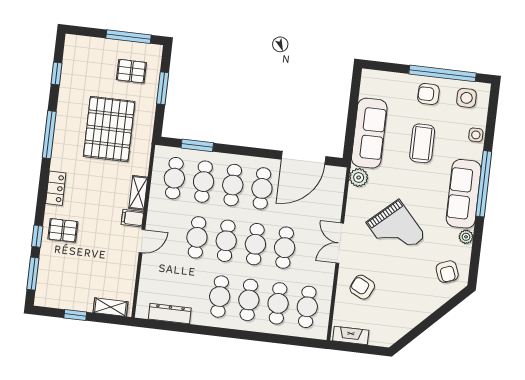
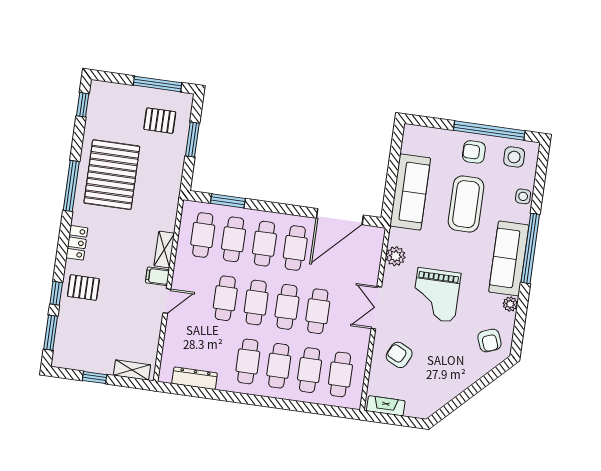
window: (56, 74) -> (83, 105), moved
pallet: (109, 129) -> (112, 175), moved
coffee table: (422, 143) -> (466, 204), width x1.36, depth x1.32
plant: (359, 178) -> (395, 256), moved
grand piano: (396, 230) -> (436, 295), turned 42

